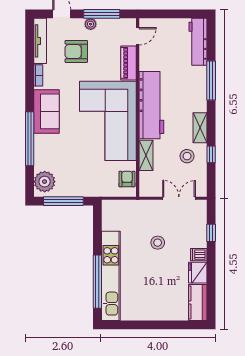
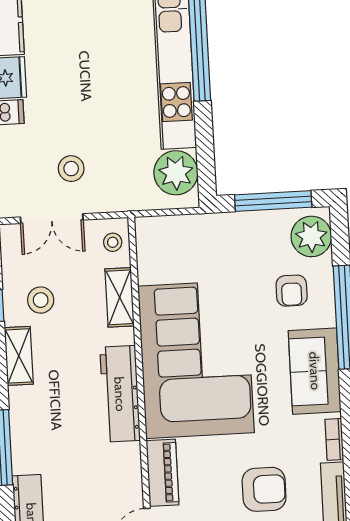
workbench: (151, 105) -> (120, 394), width x0.73, depth x0.76
armchair: (127, 179) -> (292, 291), moved
stool: (148, 184) -> (113, 242), added
plant: (113, 219) -> (176, 173), added
stool: (158, 243) -> (71, 169), moved

